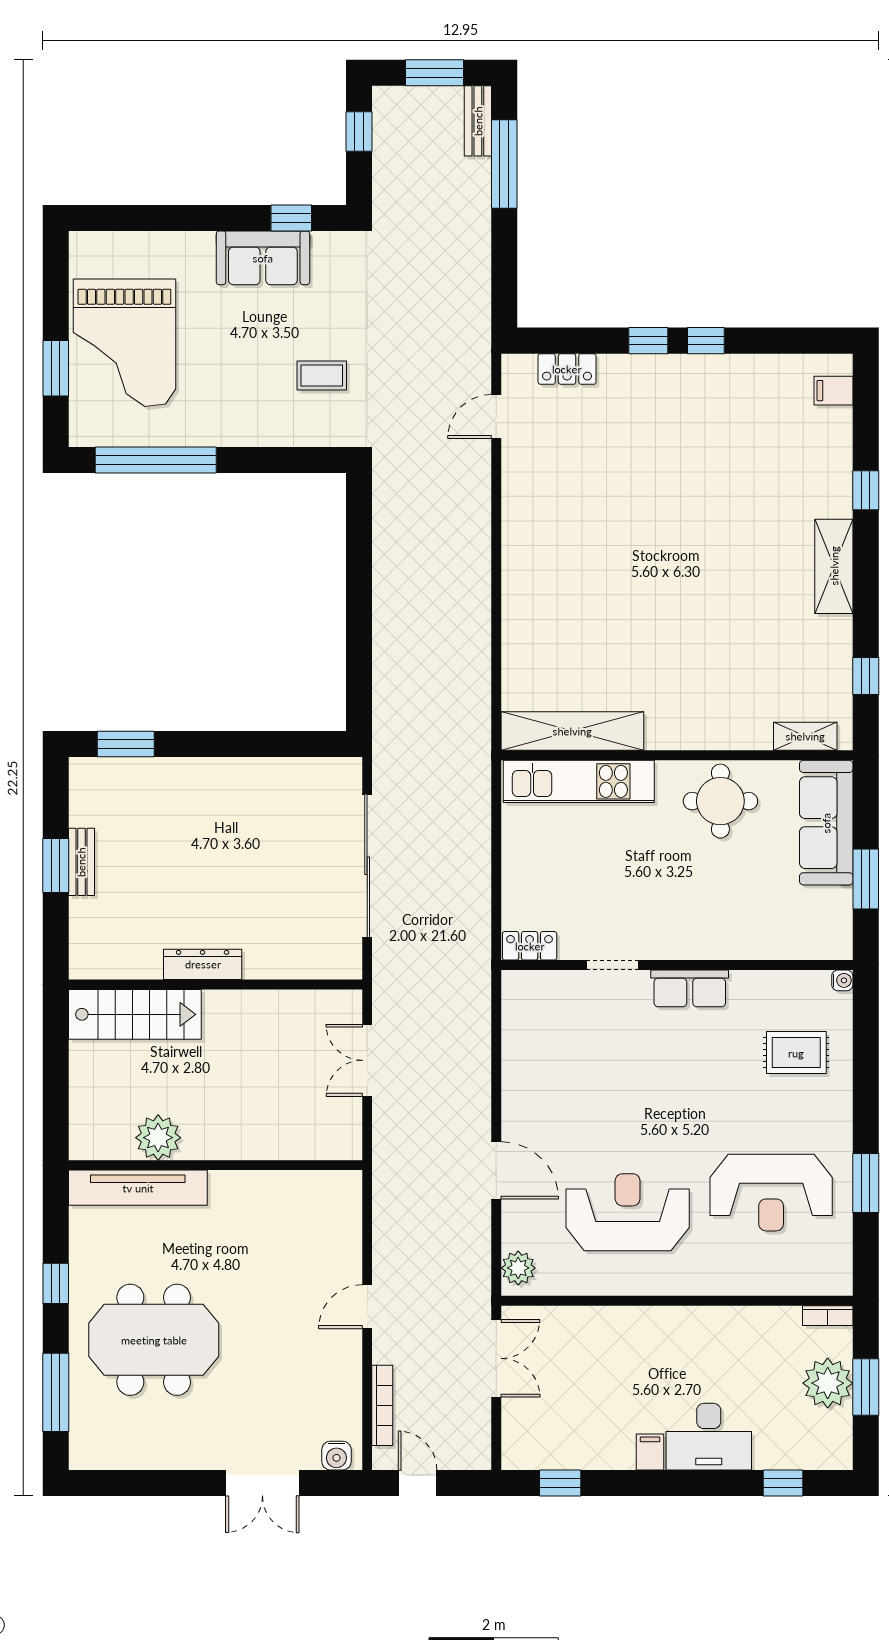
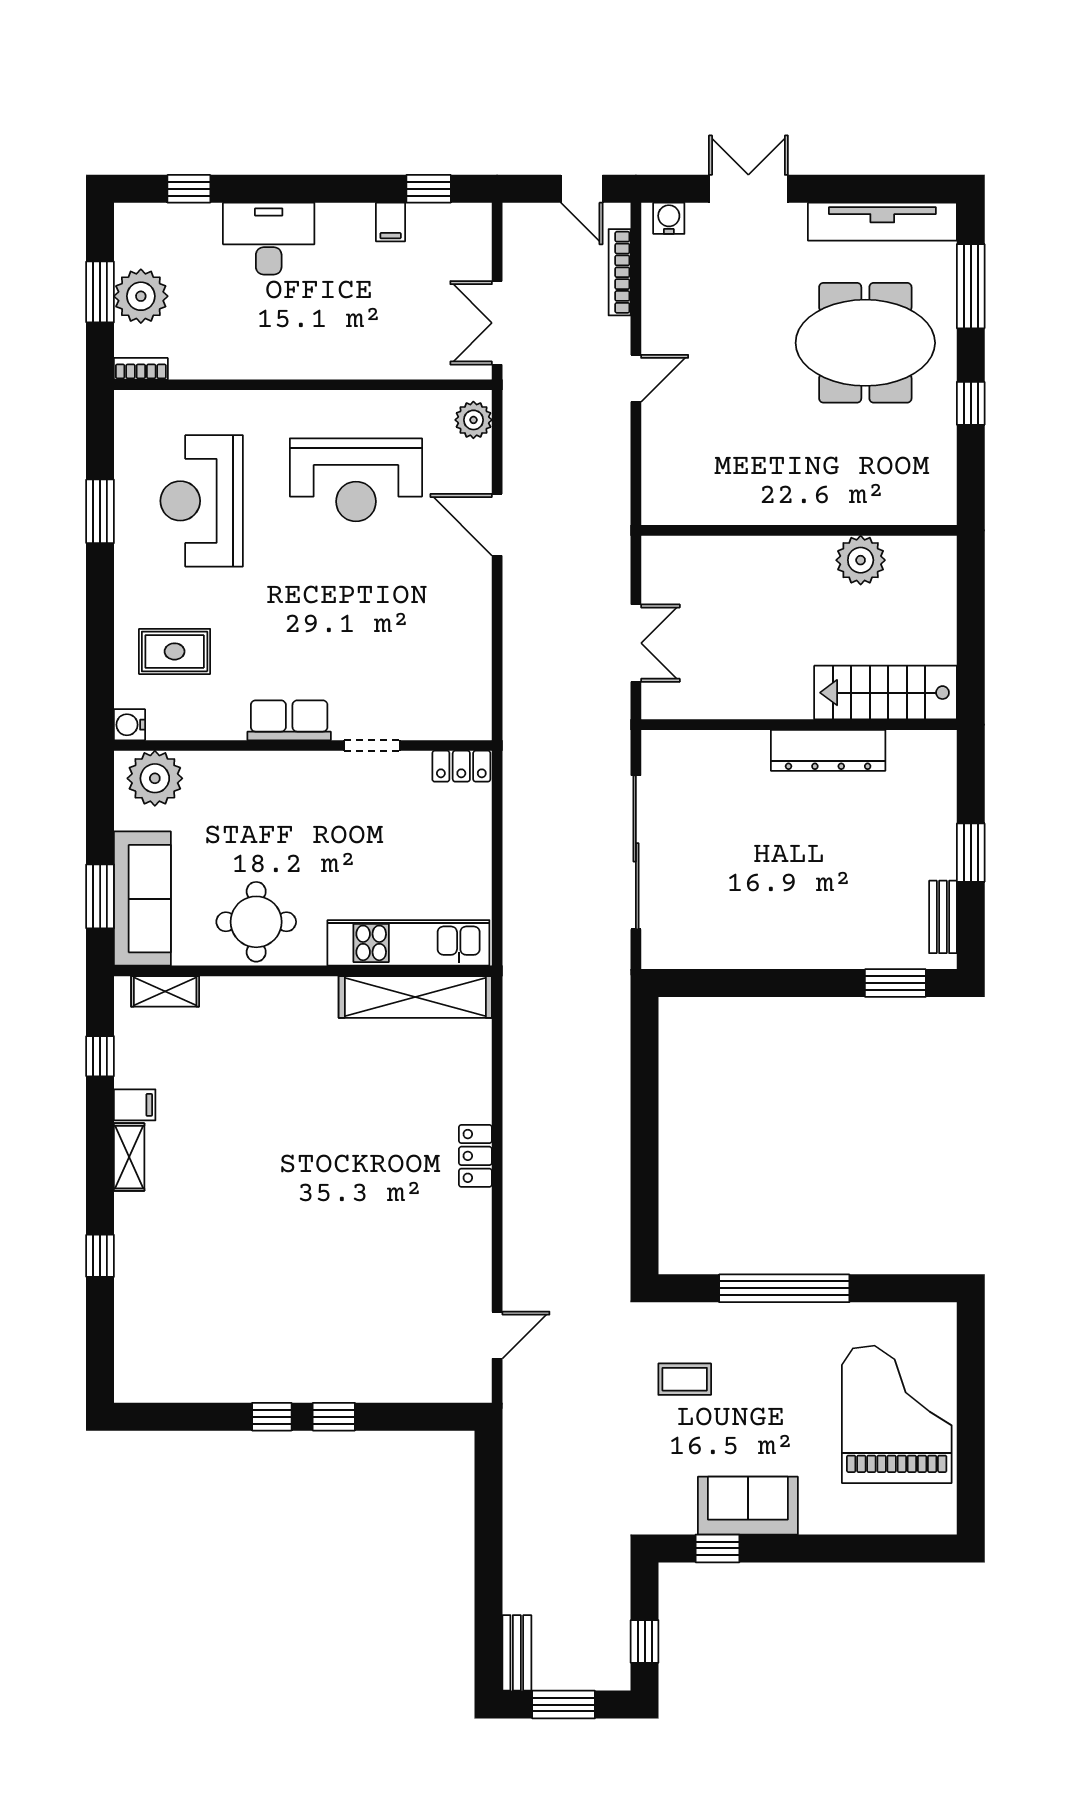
window: (504, 164) -> (489, 1607), removed
window: (56, 368) -> (971, 1387), removed
locker: (567, 369) -> (475, 1156), moved, turned -90
filing cabinet: (833, 391) -> (135, 1105), moved
window: (156, 460) -> (784, 1288), moved
shelving: (834, 566) -> (129, 1157), width x0.67, depth x0.75
bench: (81, 862) -> (943, 917), moved
window: (866, 879) -> (100, 896), moved
plant: (815, 935) -> (155, 778), added
dresser: (203, 964) -> (828, 750), width x1.37, depth x1.24
water cooler: (842, 980) -> (129, 725), width x1.38, depth x1.38
tv unit: (138, 1188) -> (882, 222), moved, turned 180
reception desk: (771, 1193) -> (202, 501), turned -90
filing cabinet: (650, 1452) -> (391, 222), moved

